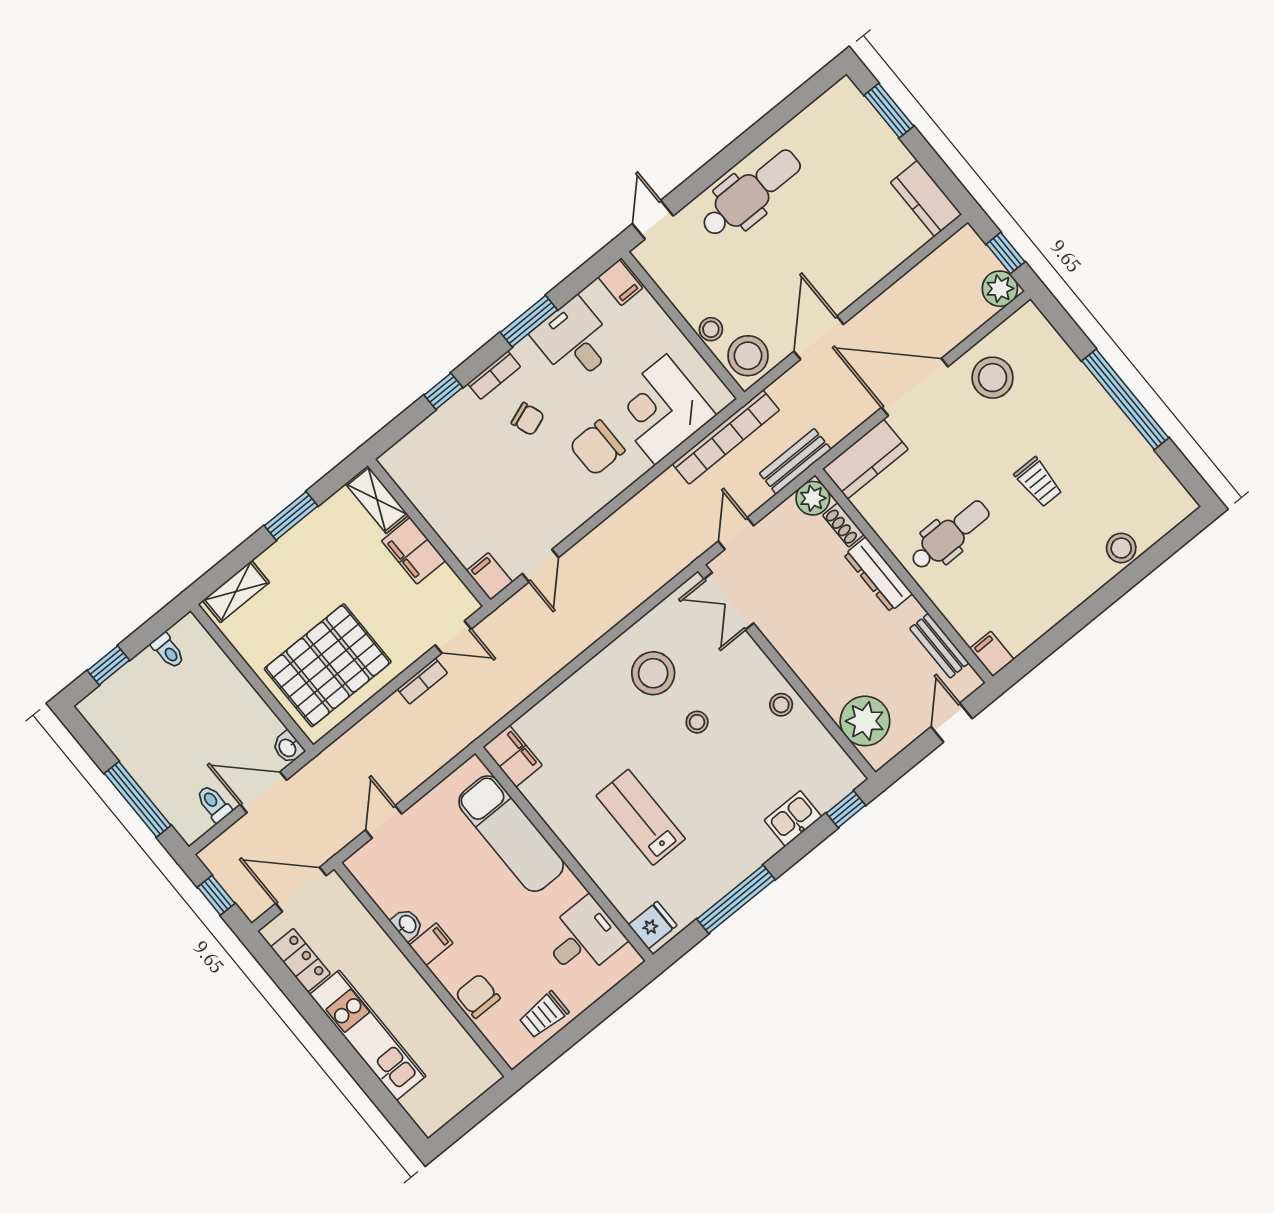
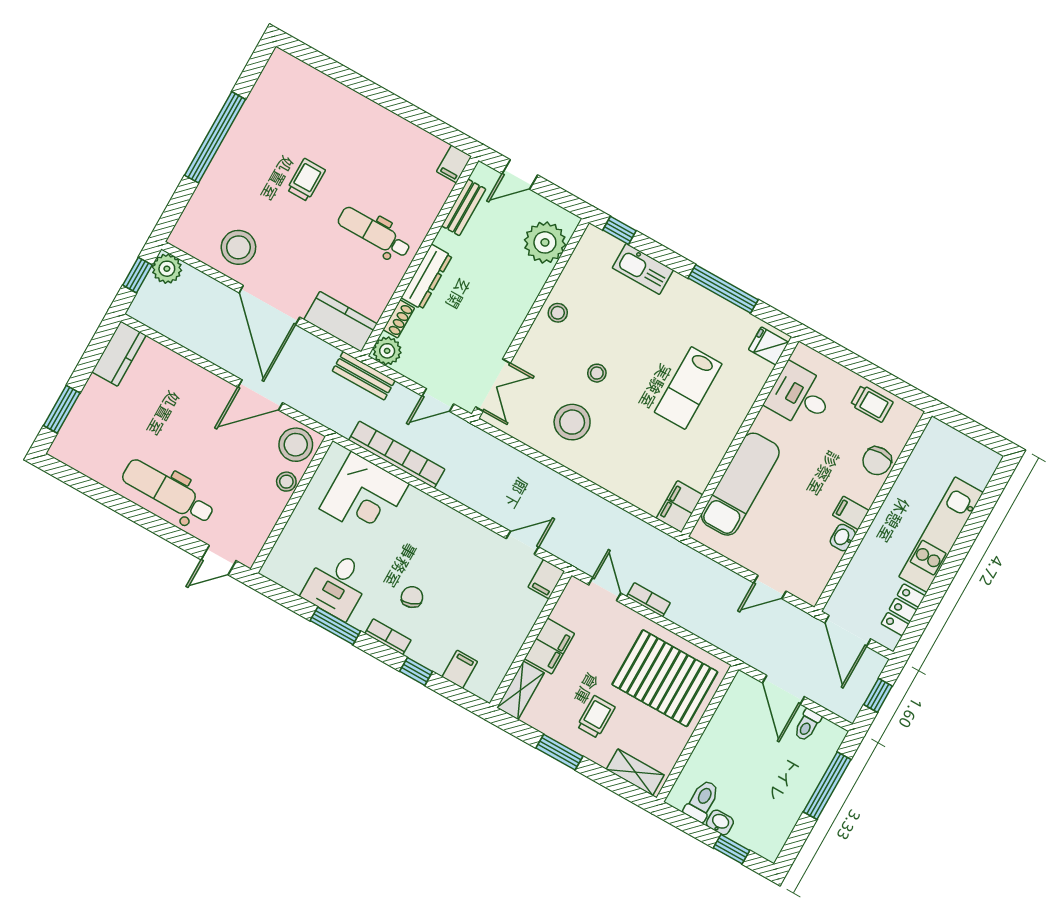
filing cabinet: (620, 283) -> (460, 669), moved
bookcase: (726, 437) -> (397, 455), moved
chair: (597, 448) -> (413, 534), removed
stool: (1121, 548) -> (332, 95), removed
trolley: (315, 572) -> (596, 717), added
toilet: (168, 651) -> (702, 801), width x1.37, depth x1.39
washbasin: (288, 748) -> (720, 822), moved, turned -90
kitchen sink: (793, 818) -> (643, 269), width x1.38

